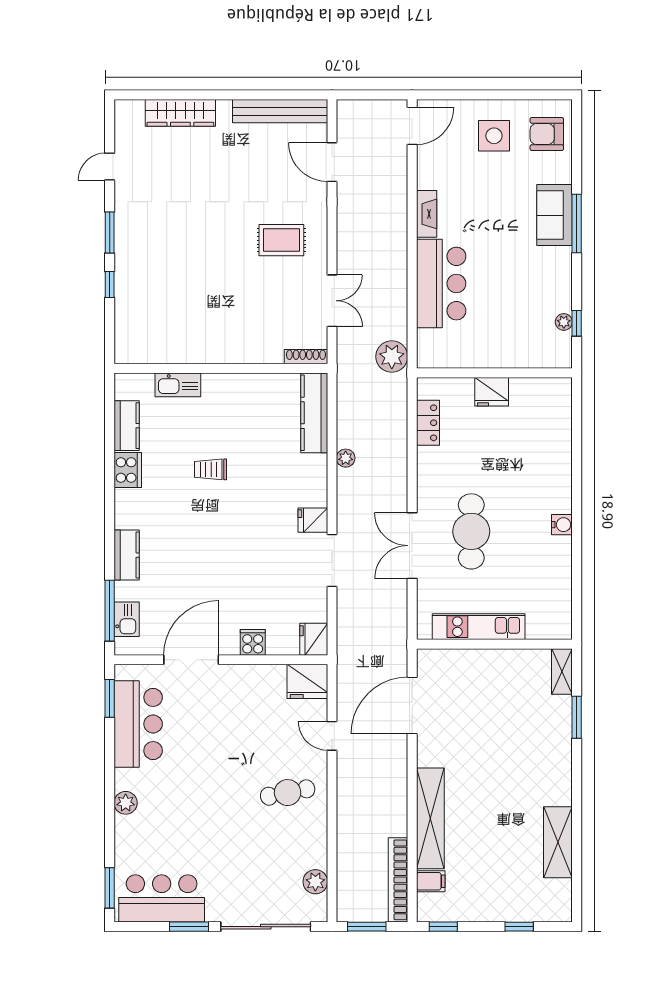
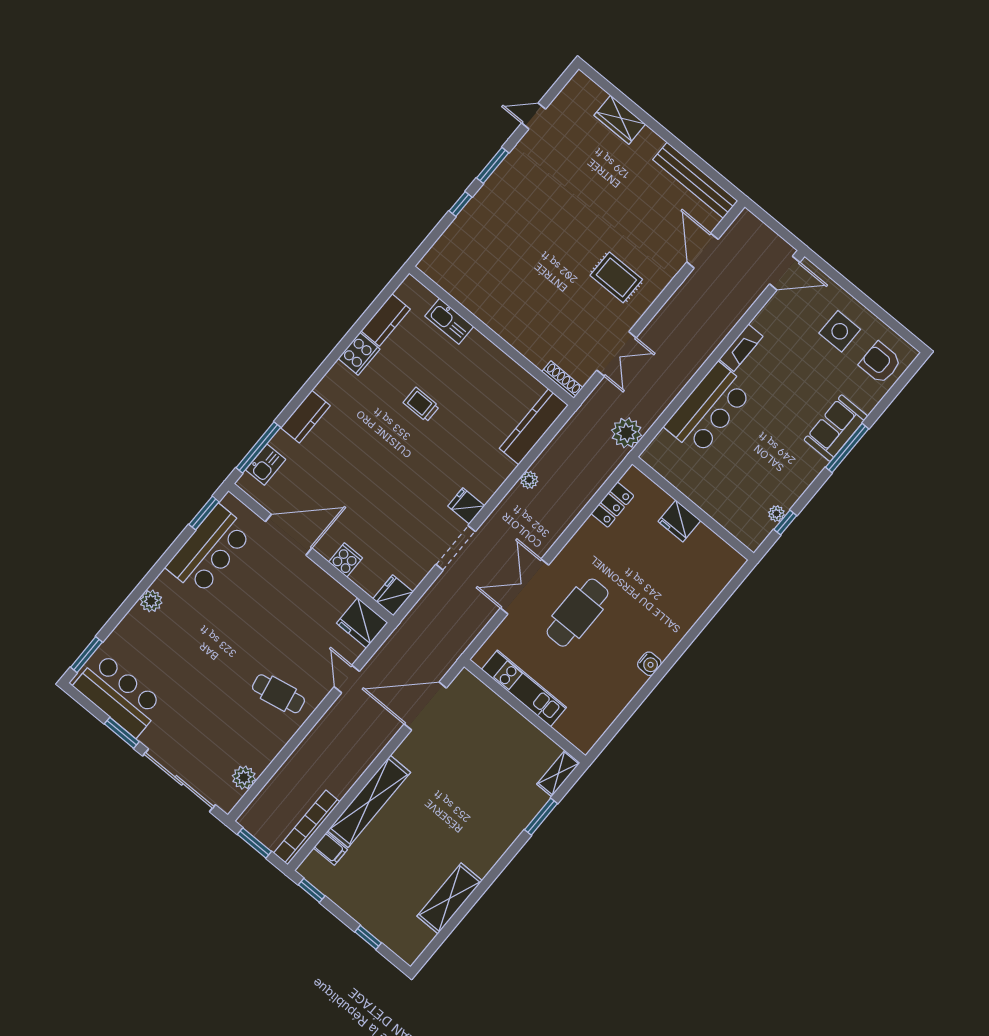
wardrobe: (180, 113) -> (620, 120), width x0.67

